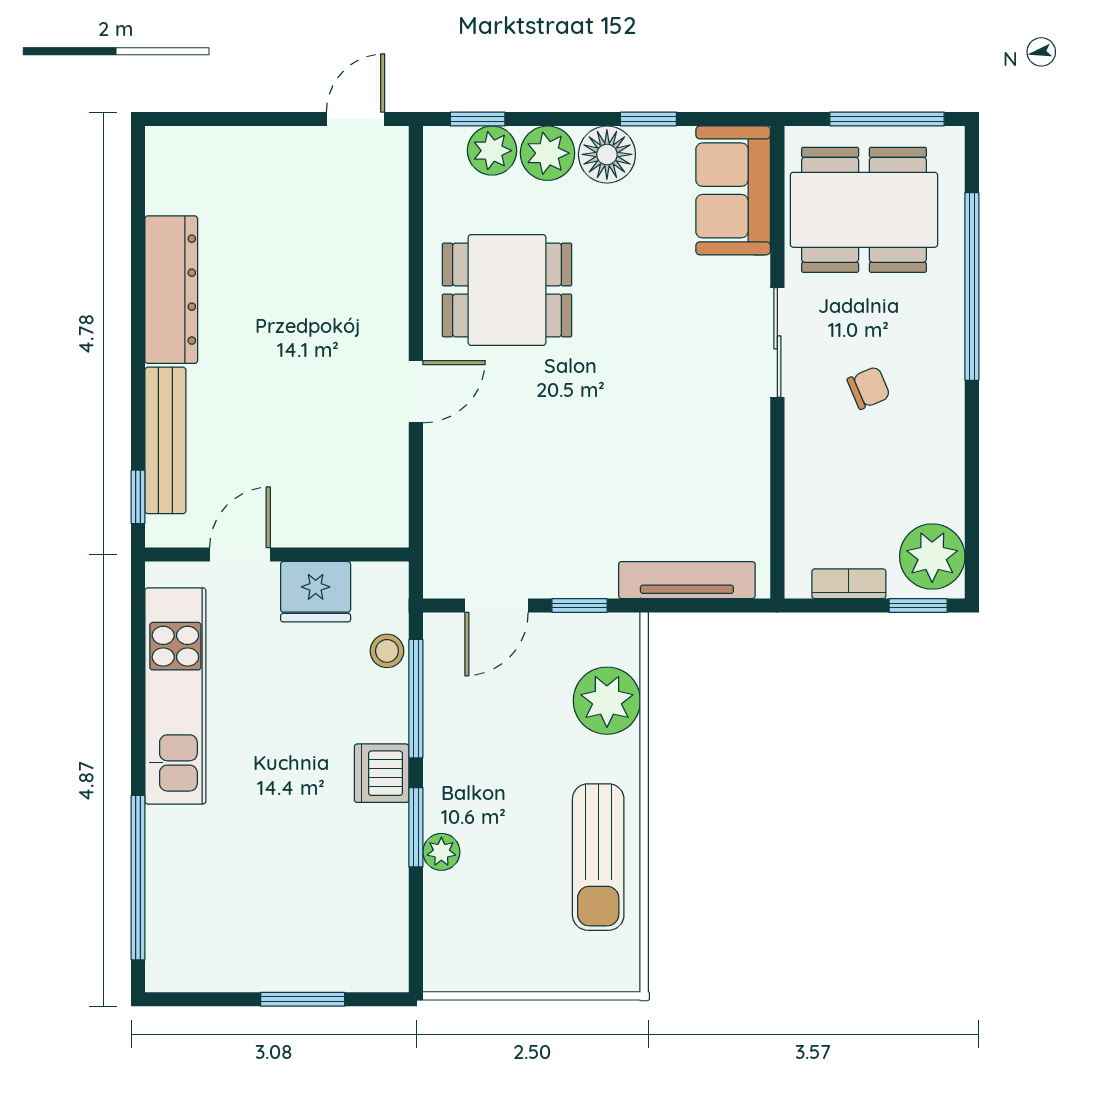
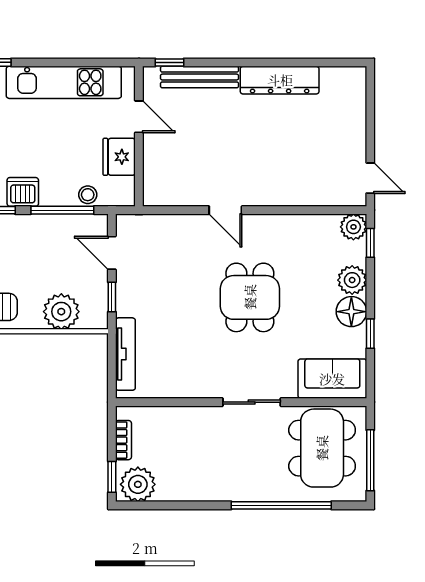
plant: (492, 151) -> (353, 227), moved
dining table: (507, 290) -> (250, 297), moved
chair: (869, 388) -> (227, 451), removed

